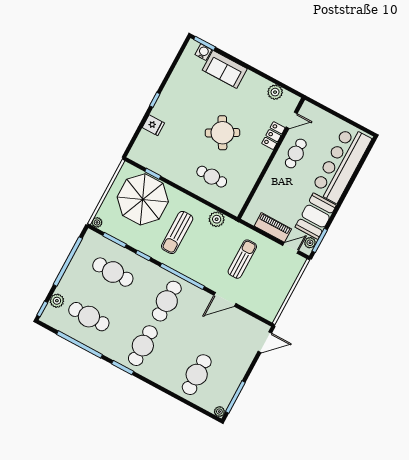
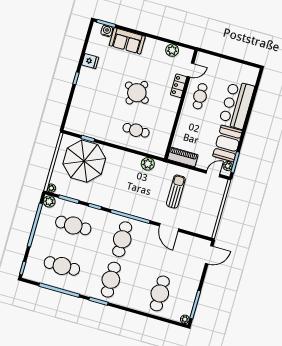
fridge: (153, 125) -> (90, 61), moved
round table: (222, 133) -> (137, 93), turned -34
bar counter: (341, 164) -> (237, 105), width x0.73
piano: (273, 227) -> (183, 157), moved
sun lounger: (177, 233) -> (118, 182), removed
door: (225, 299) -> (169, 227), hinge flipped
plant: (57, 301) -> (49, 201), moved

